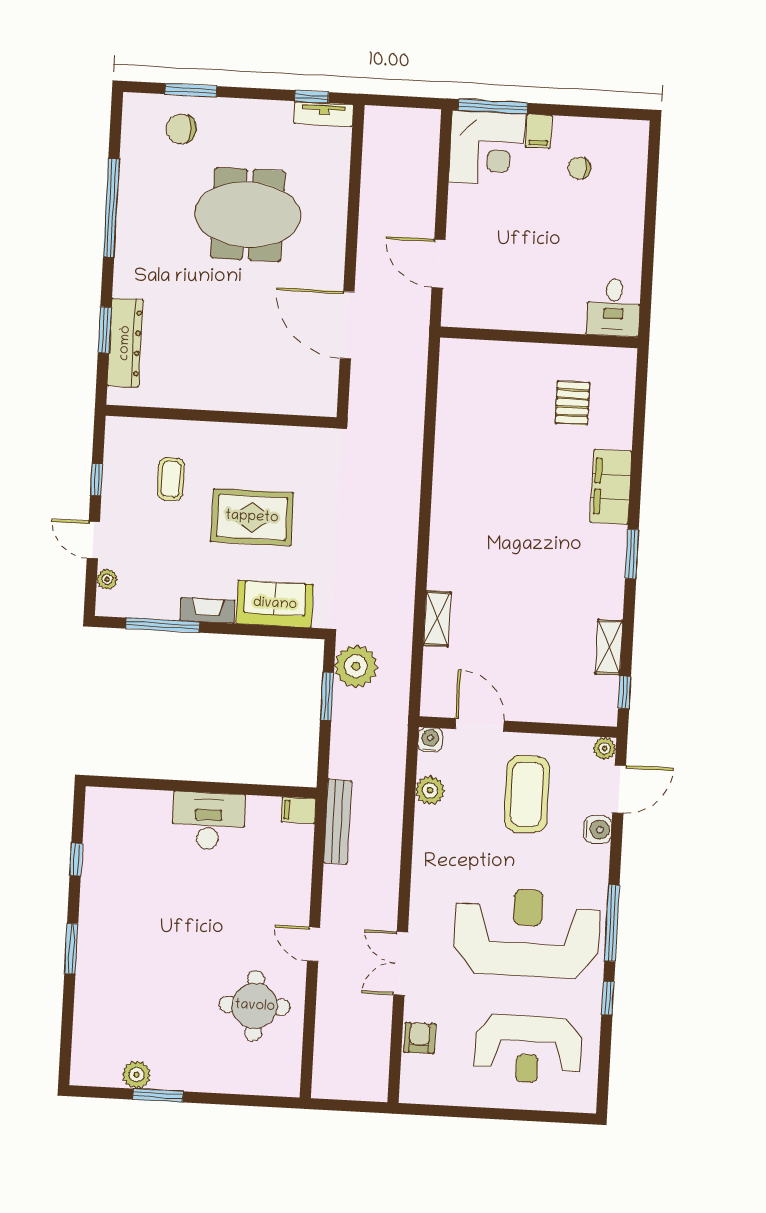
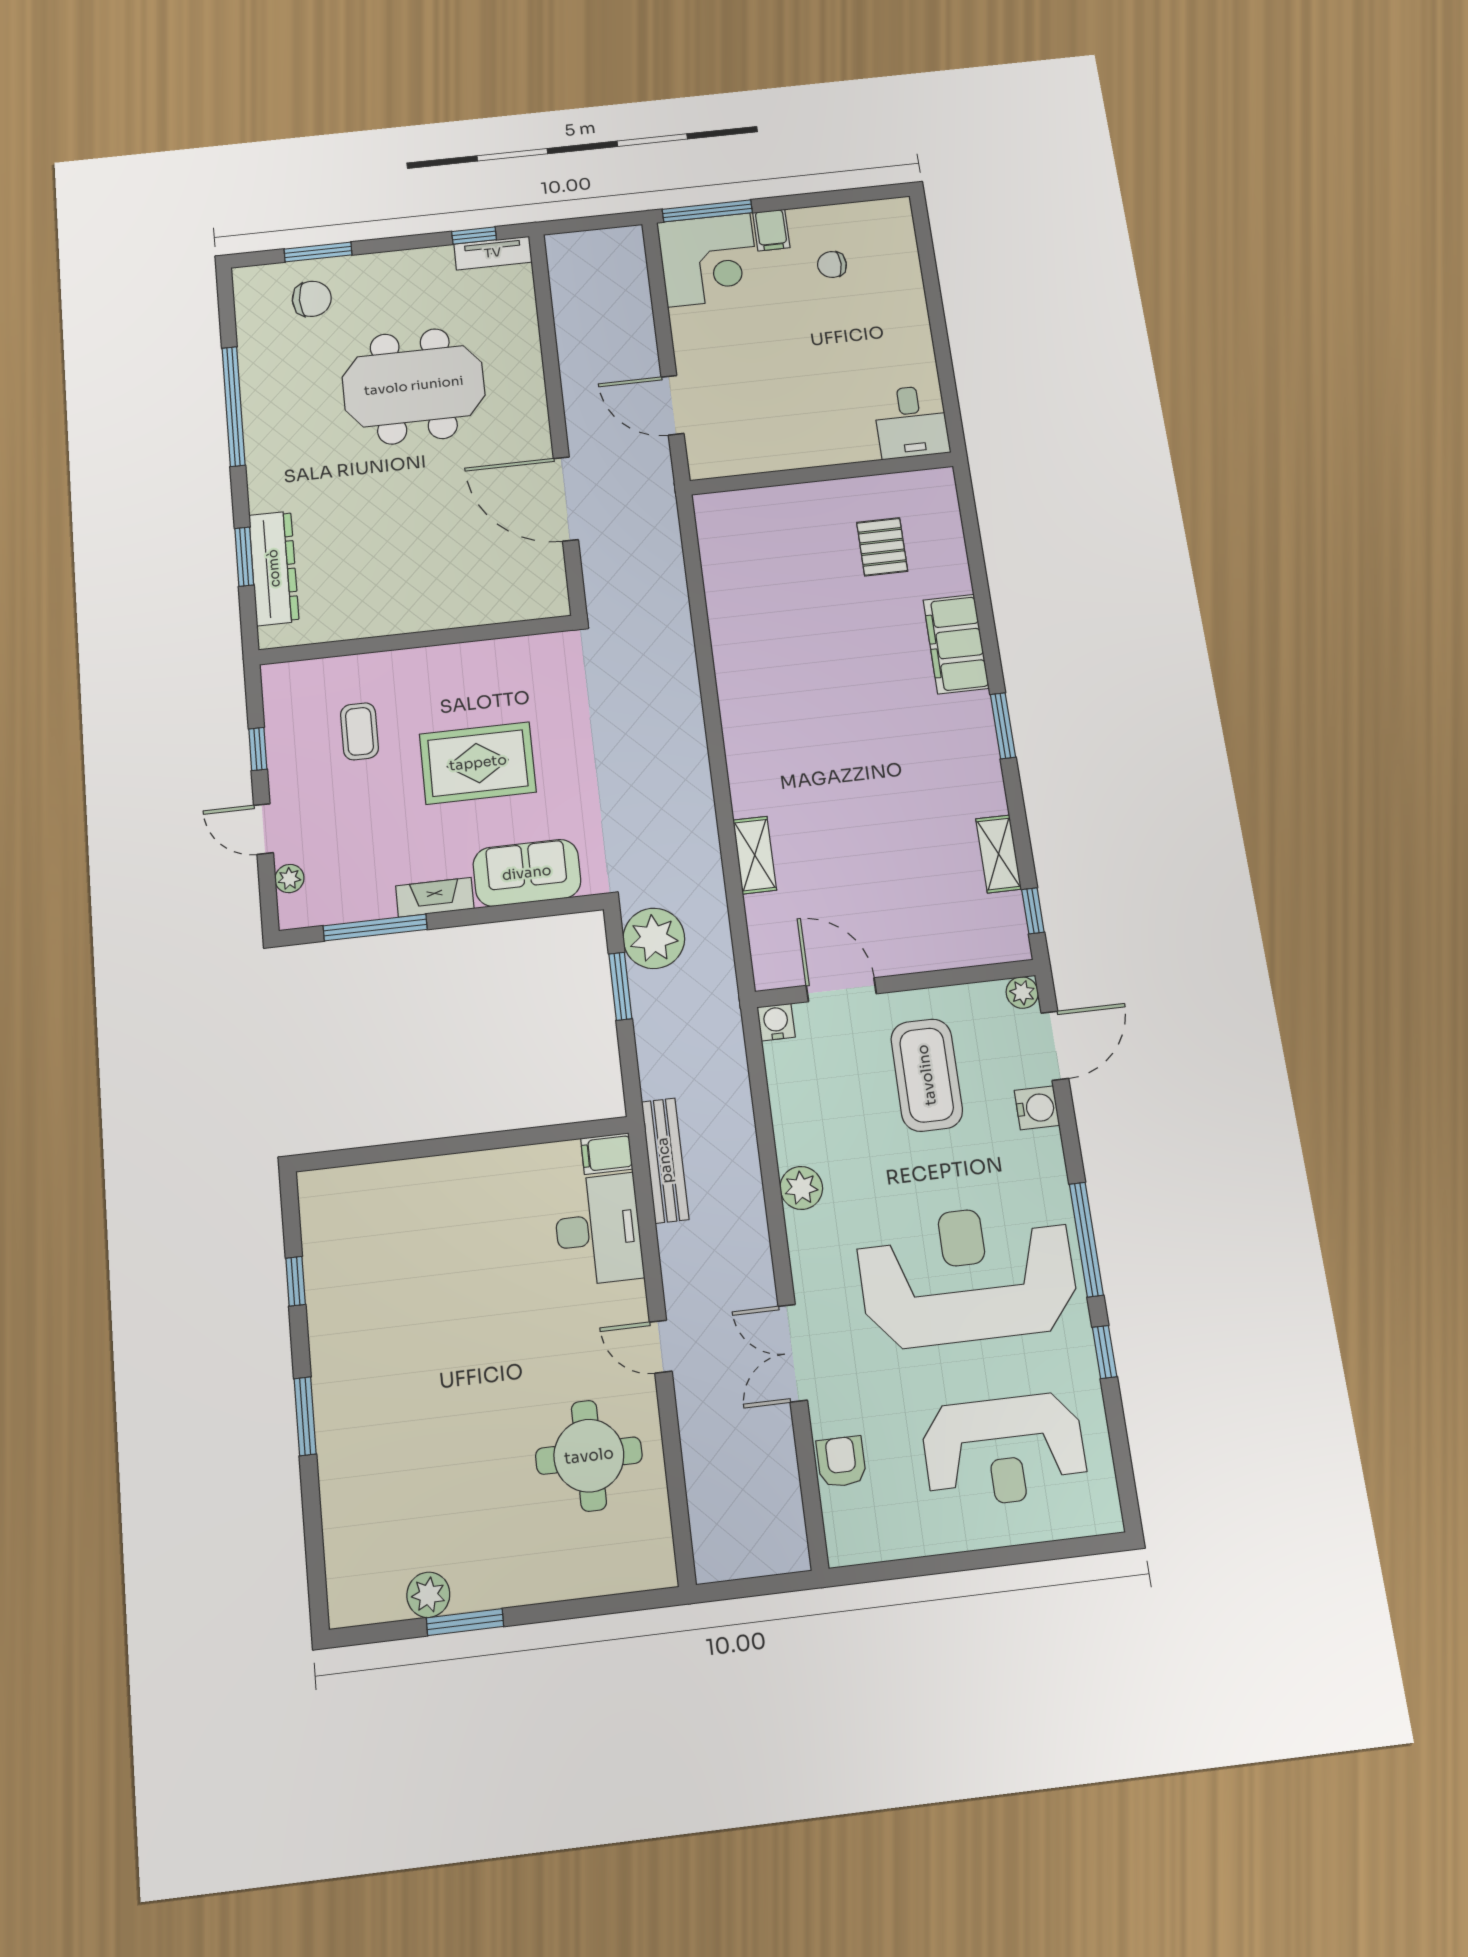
chair: (181, 129) -> (312, 299), turned 180
plant: (430, 790) -> (801, 1188), moved
desk: (208, 821) -> (598, 1230), moved, turned 90

